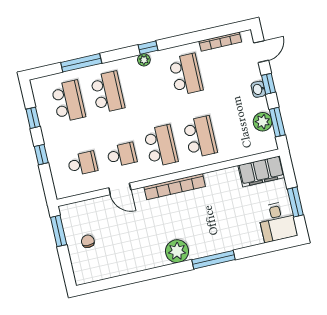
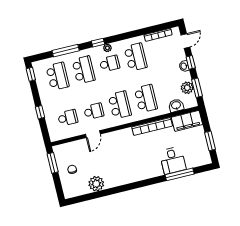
window: (148, 48) -> (98, 43), moved
school desk: (147, 83) -> (110, 63), added
window: (33, 118) -> (31, 74), moved
washbasin: (245, 148) -> (176, 106), added
bookcase: (175, 187) -> (152, 126), moved
door: (120, 189) -> (93, 134), hinge flipped
desk: (277, 222) -> (173, 160), moved
plant: (177, 251) -> (96, 184), moved
window: (213, 260) -> (180, 174), moved

